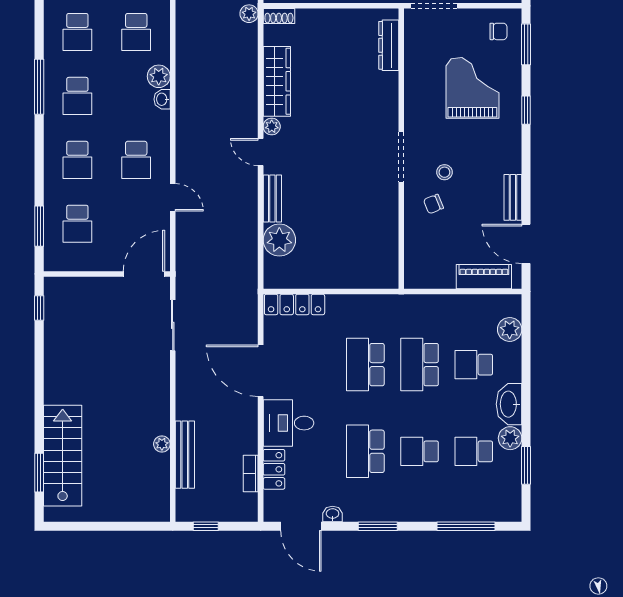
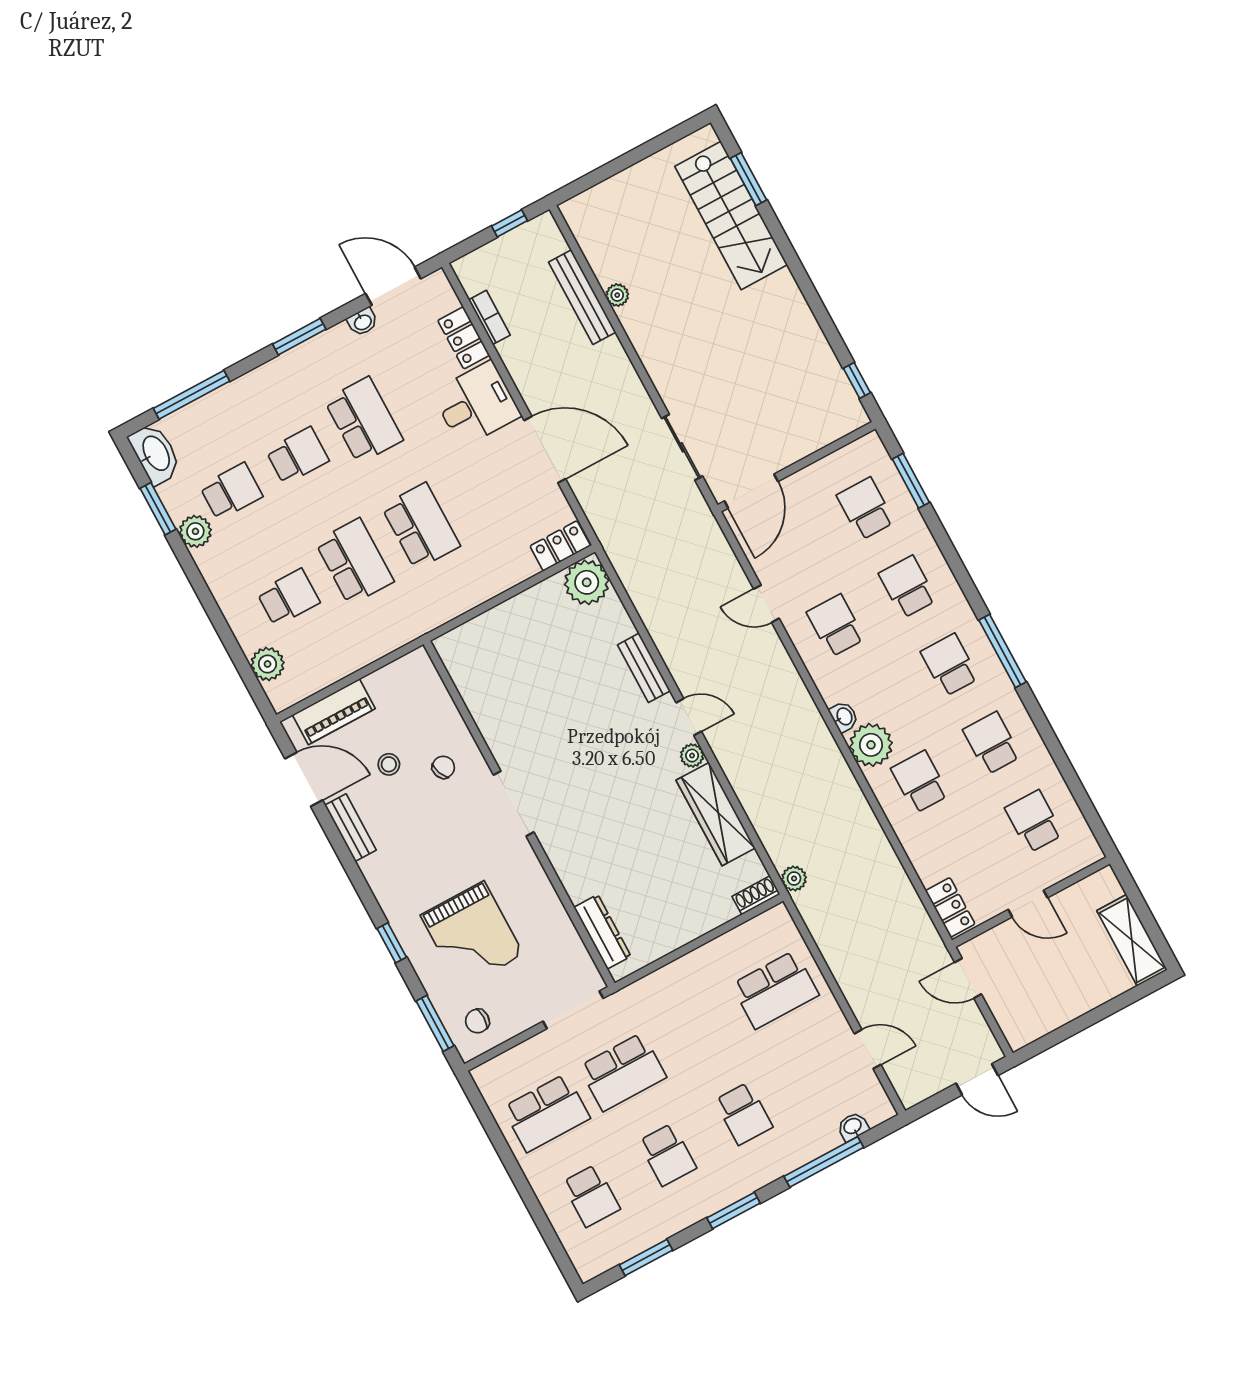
plant: (159, 76) -> (871, 745), width x1.36, depth x1.36
stool: (444, 172) -> (389, 764), moved
plant: (279, 240) -> (587, 582), moved
locker: (295, 304) -> (560, 546), width x0.66
washbasin: (509, 404) -> (155, 454), moved

